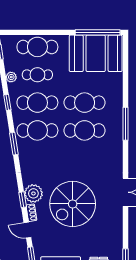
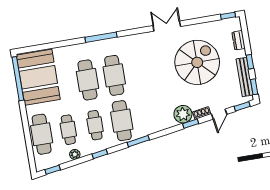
cafe table: (37, 103) -> (95, 125), width x0.73, depth x0.74
spiral stairs: (73, 204) -> (197, 62), moved, turned -90

